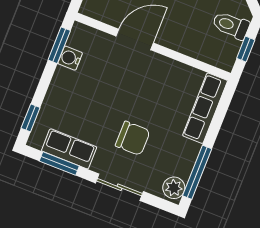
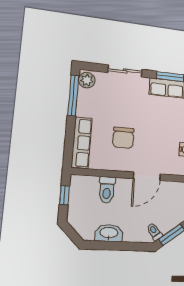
toilet: (231, 25) -> (107, 190), moved, turned 90
chair: (133, 138) -> (123, 138), moved, turned -90

